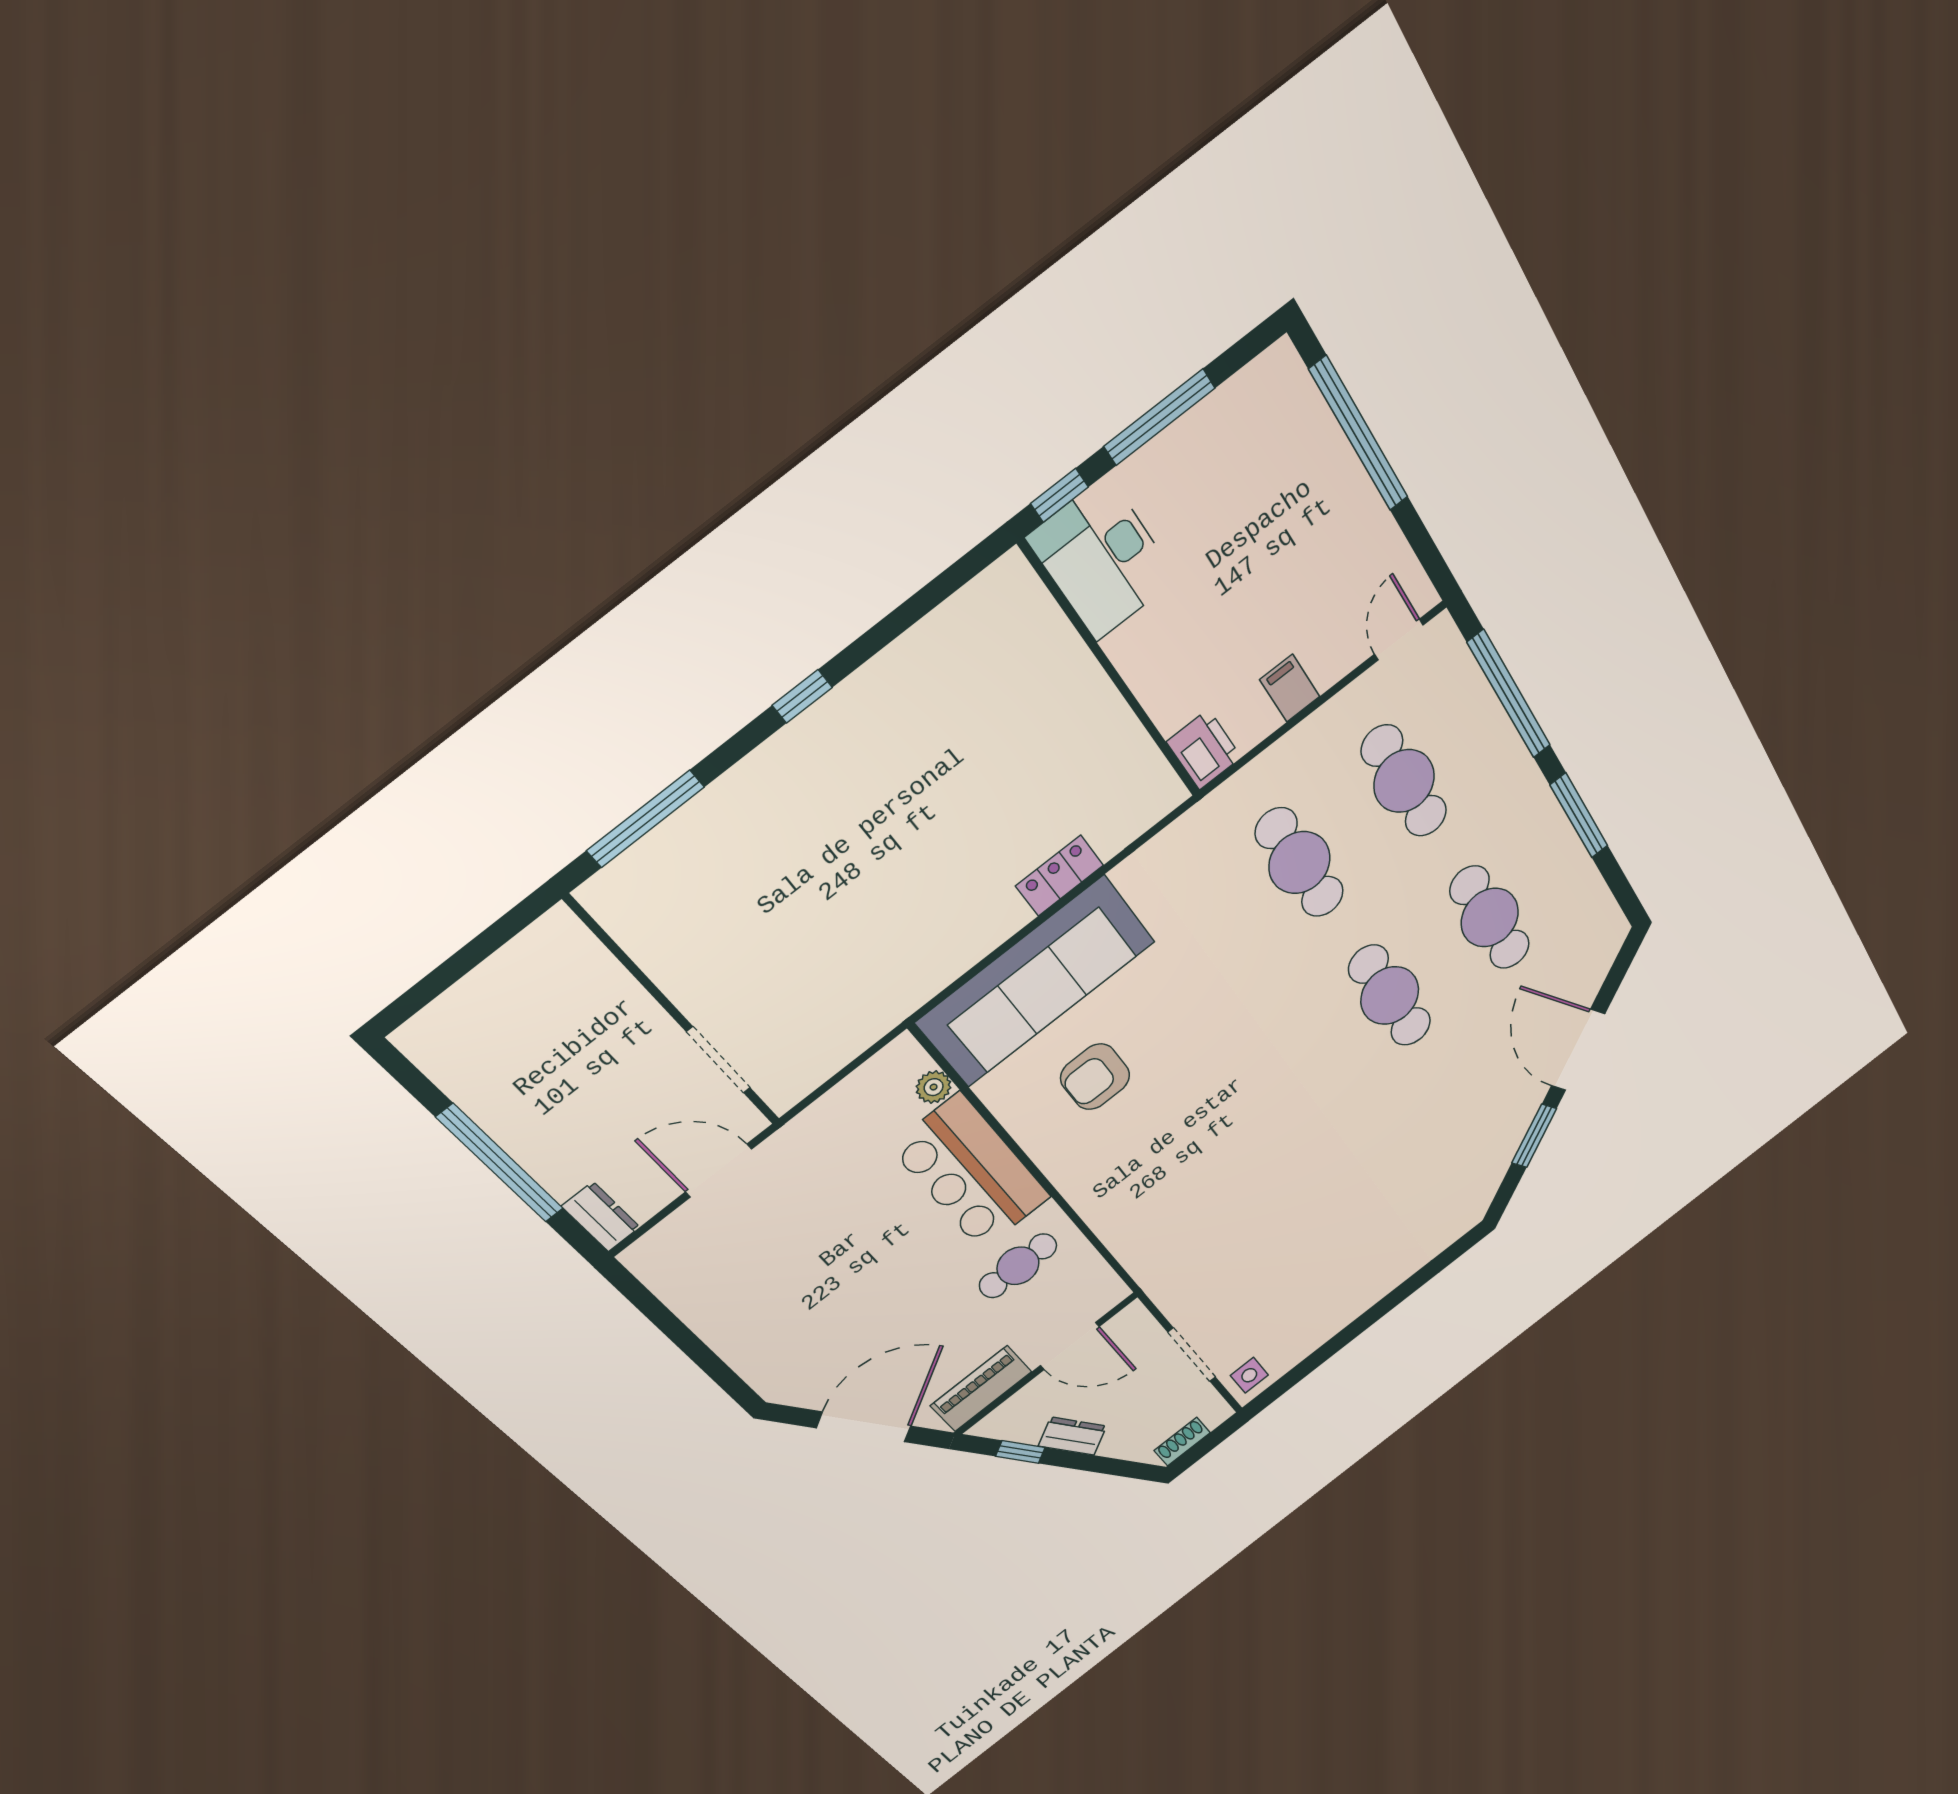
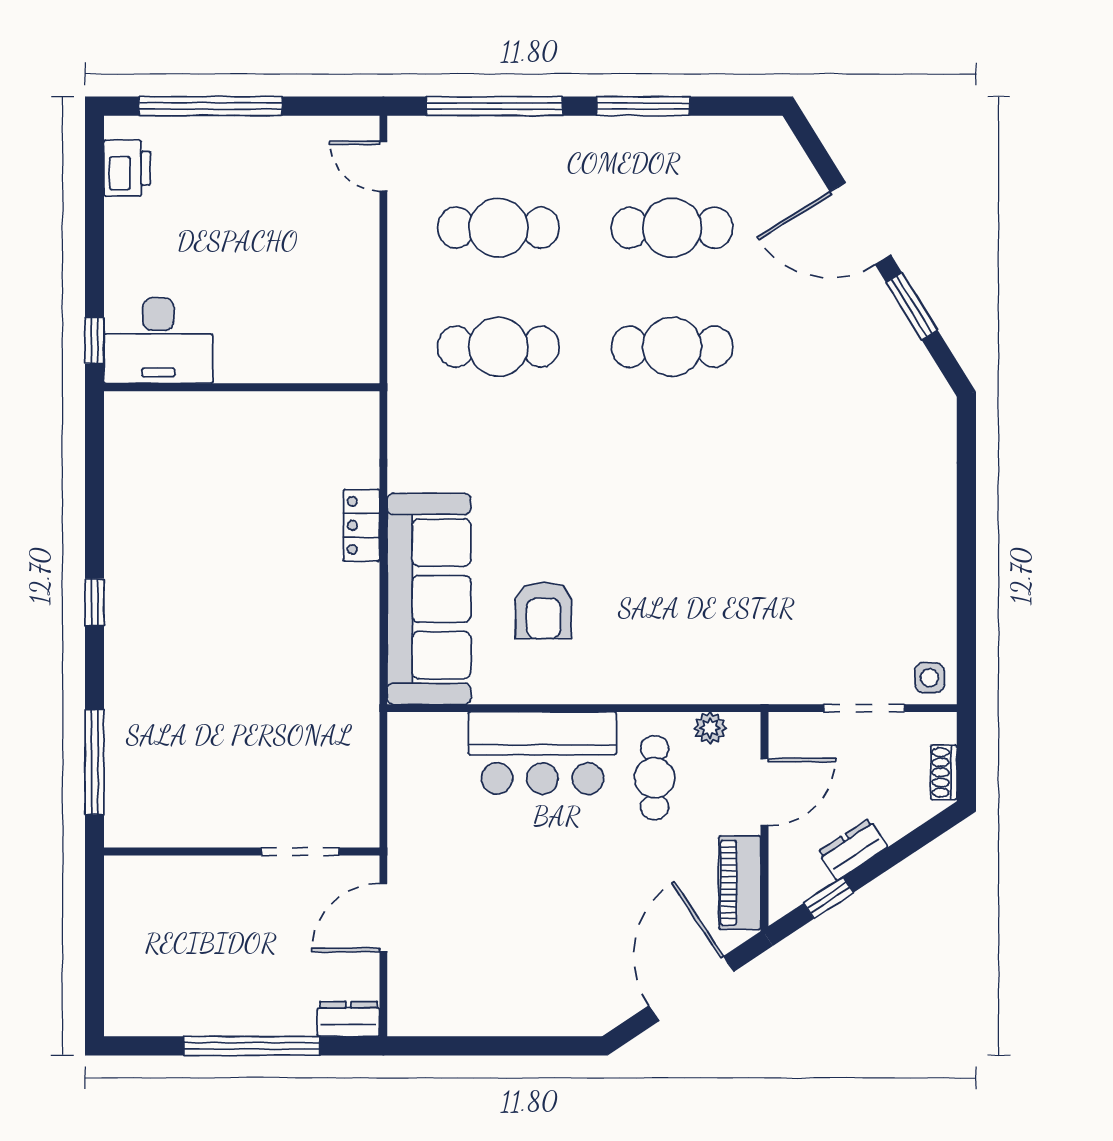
window: (1159, 417) -> (95, 239), removed
filing cabinet: (1290, 688) -> (355, 269), removed
printer: (1204, 750) -> (127, 168), moved, turned 90
plant: (934, 1087) -> (710, 728), moved

